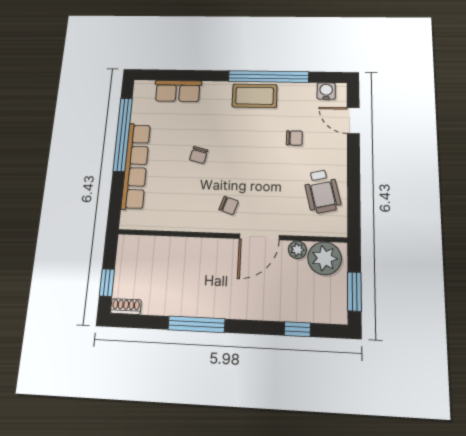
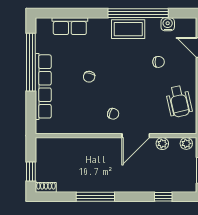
water cooler: (326, 91) -> (168, 24), moved
plant: (325, 258) -> (186, 143), width x0.53, depth x0.53

